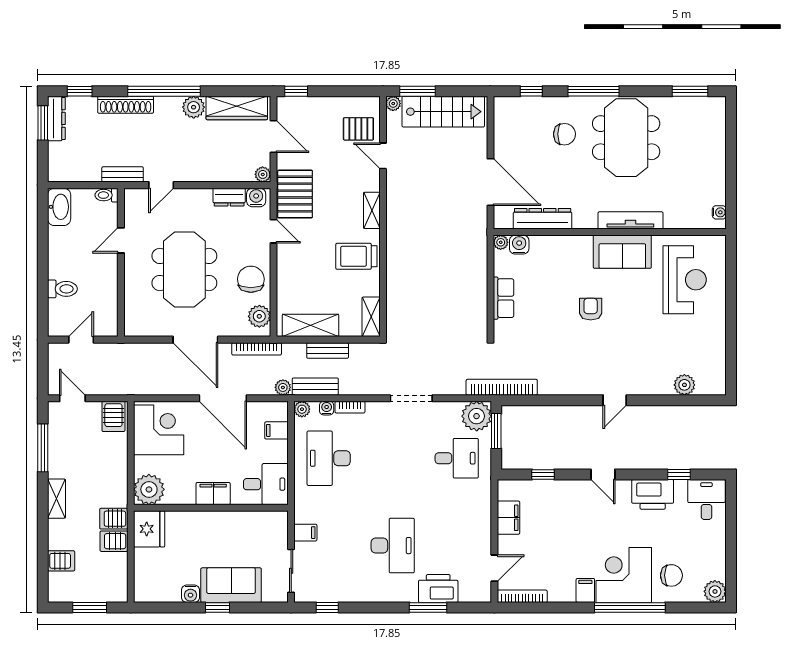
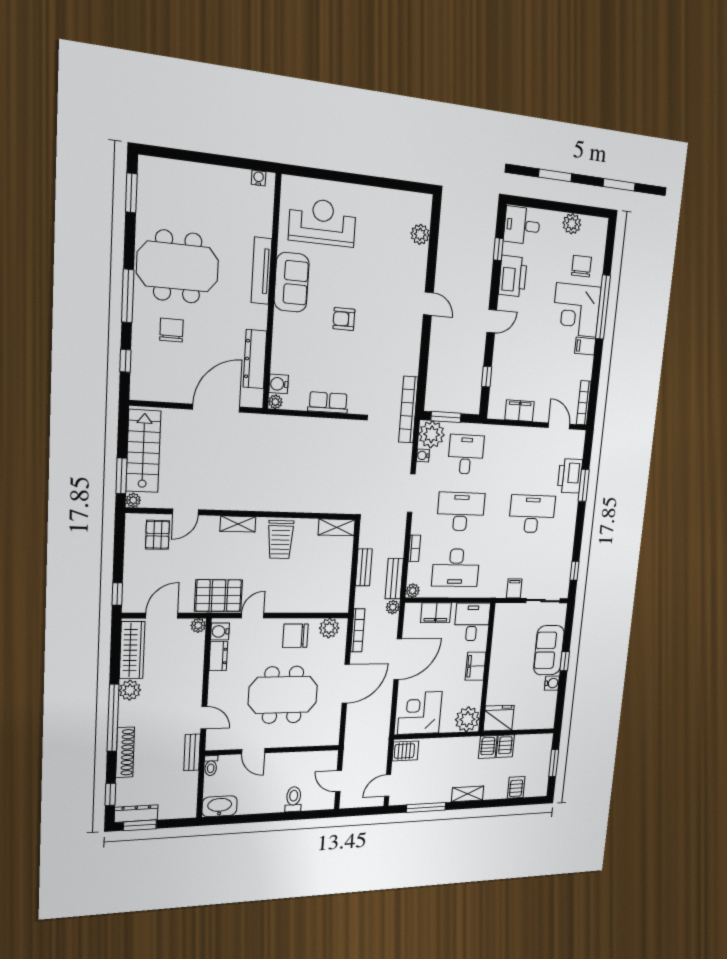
shelving: (311, 325) -> (341, 582), removed
water cooler: (327, 408) -> (423, 455), moved
filing cabinet: (276, 430) -> (436, 613), width x2.00
desk: (393, 458) -> (461, 512), added
plant: (715, 591) -> (572, 224), moved

